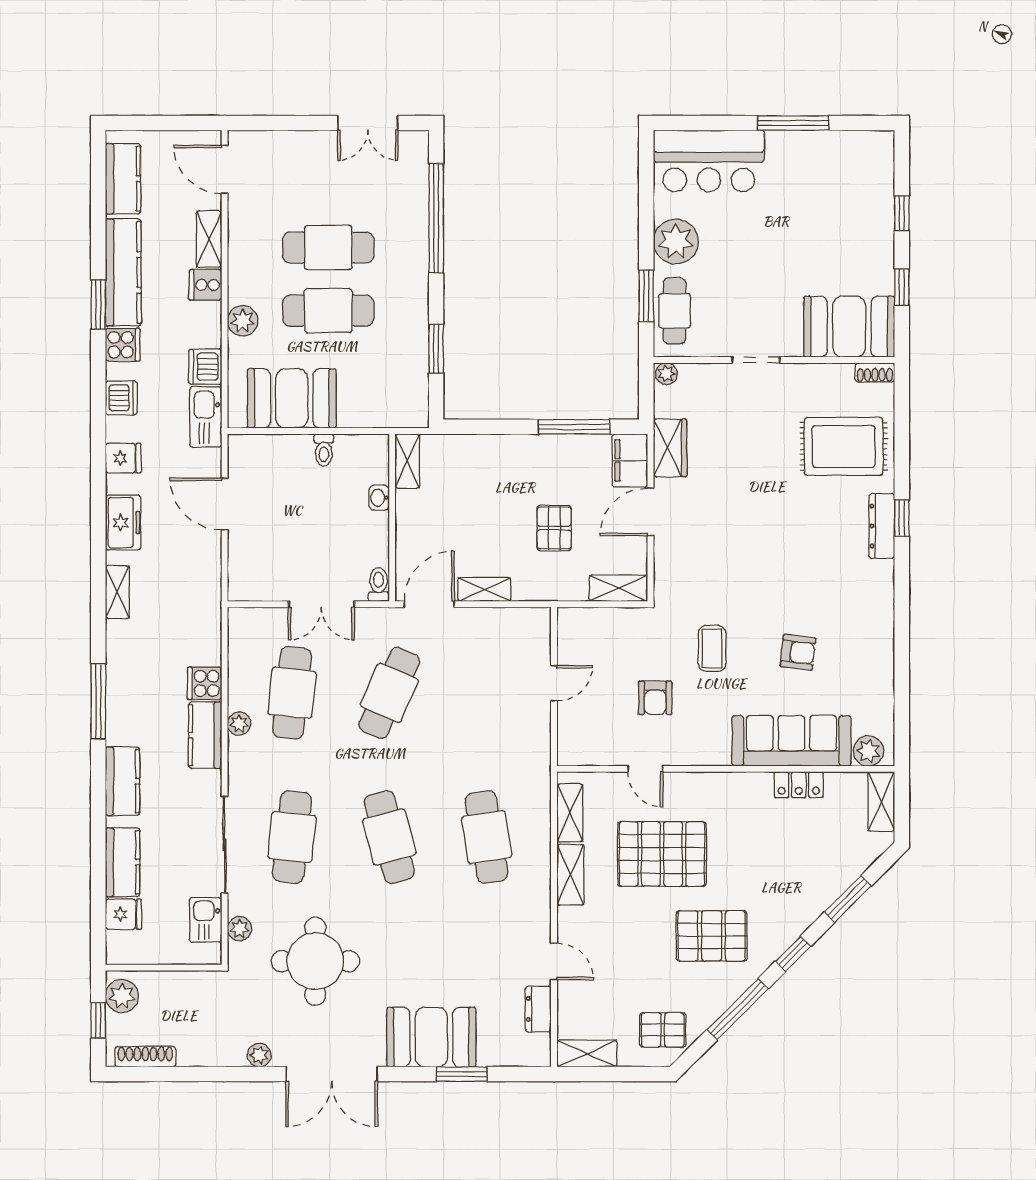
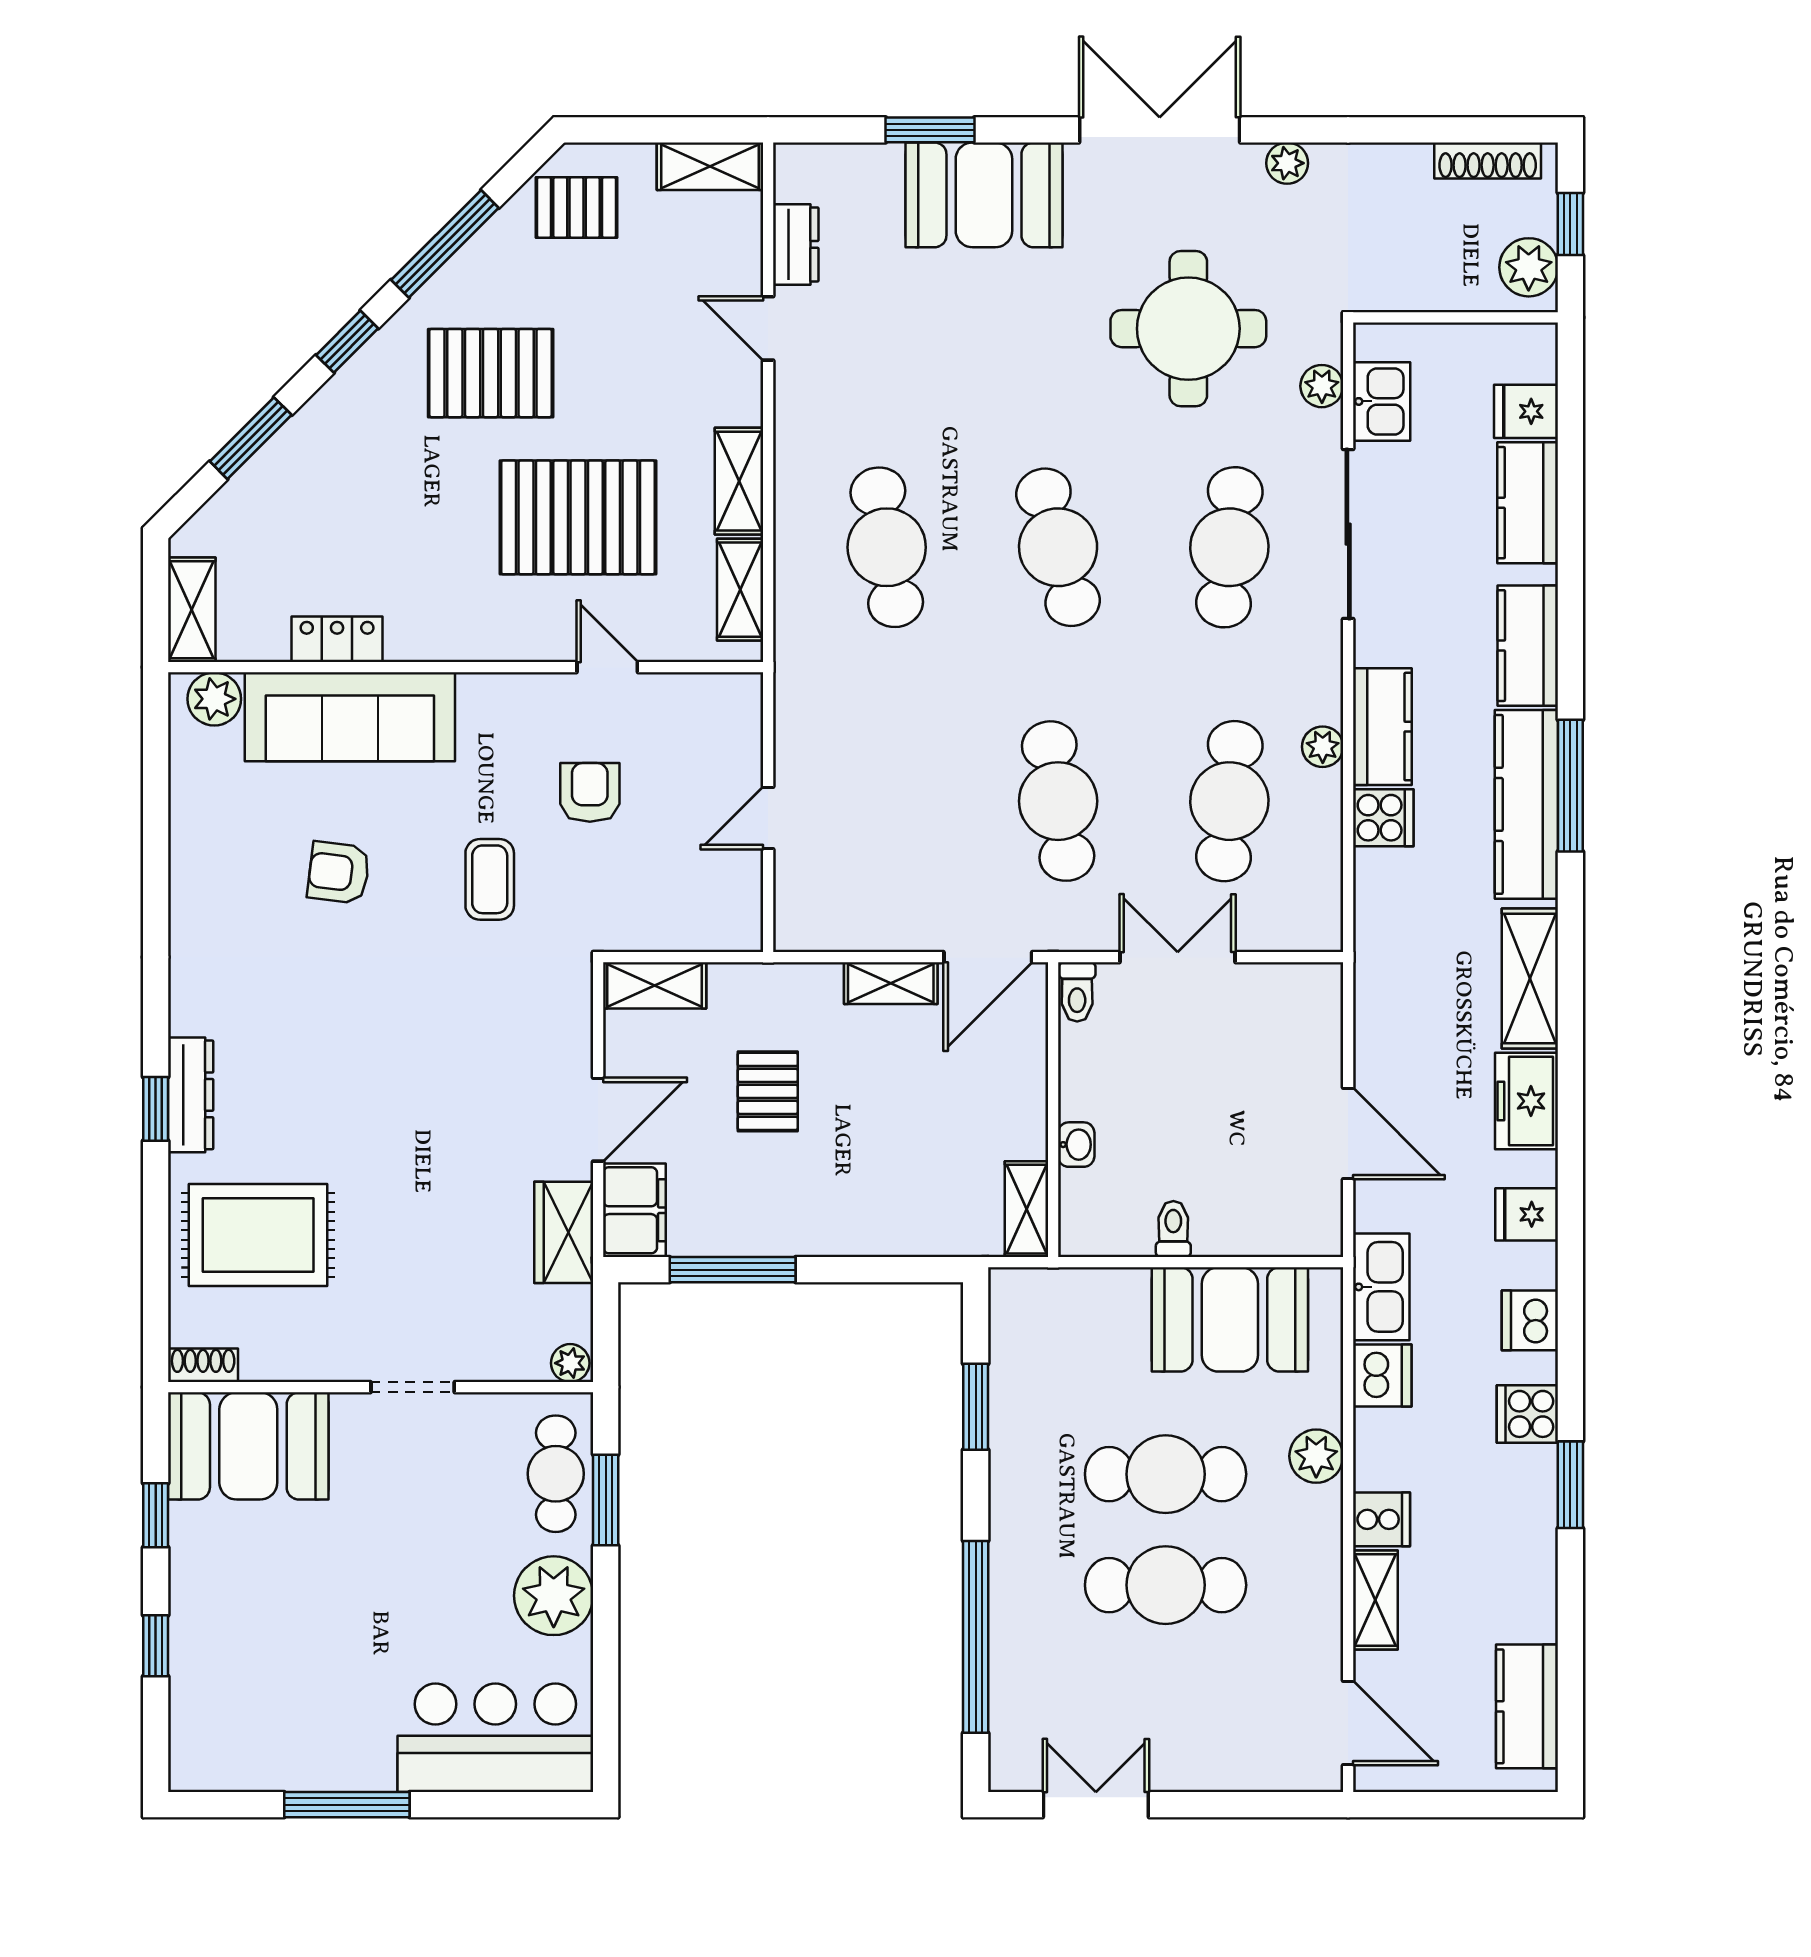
kitchen counter: (123, 272) -> (1526, 804), moved
shelving: (117, 592) -> (1530, 979), width x1.50, depth x1.33
cafe table: (389, 693) -> (1058, 801), turned -33

